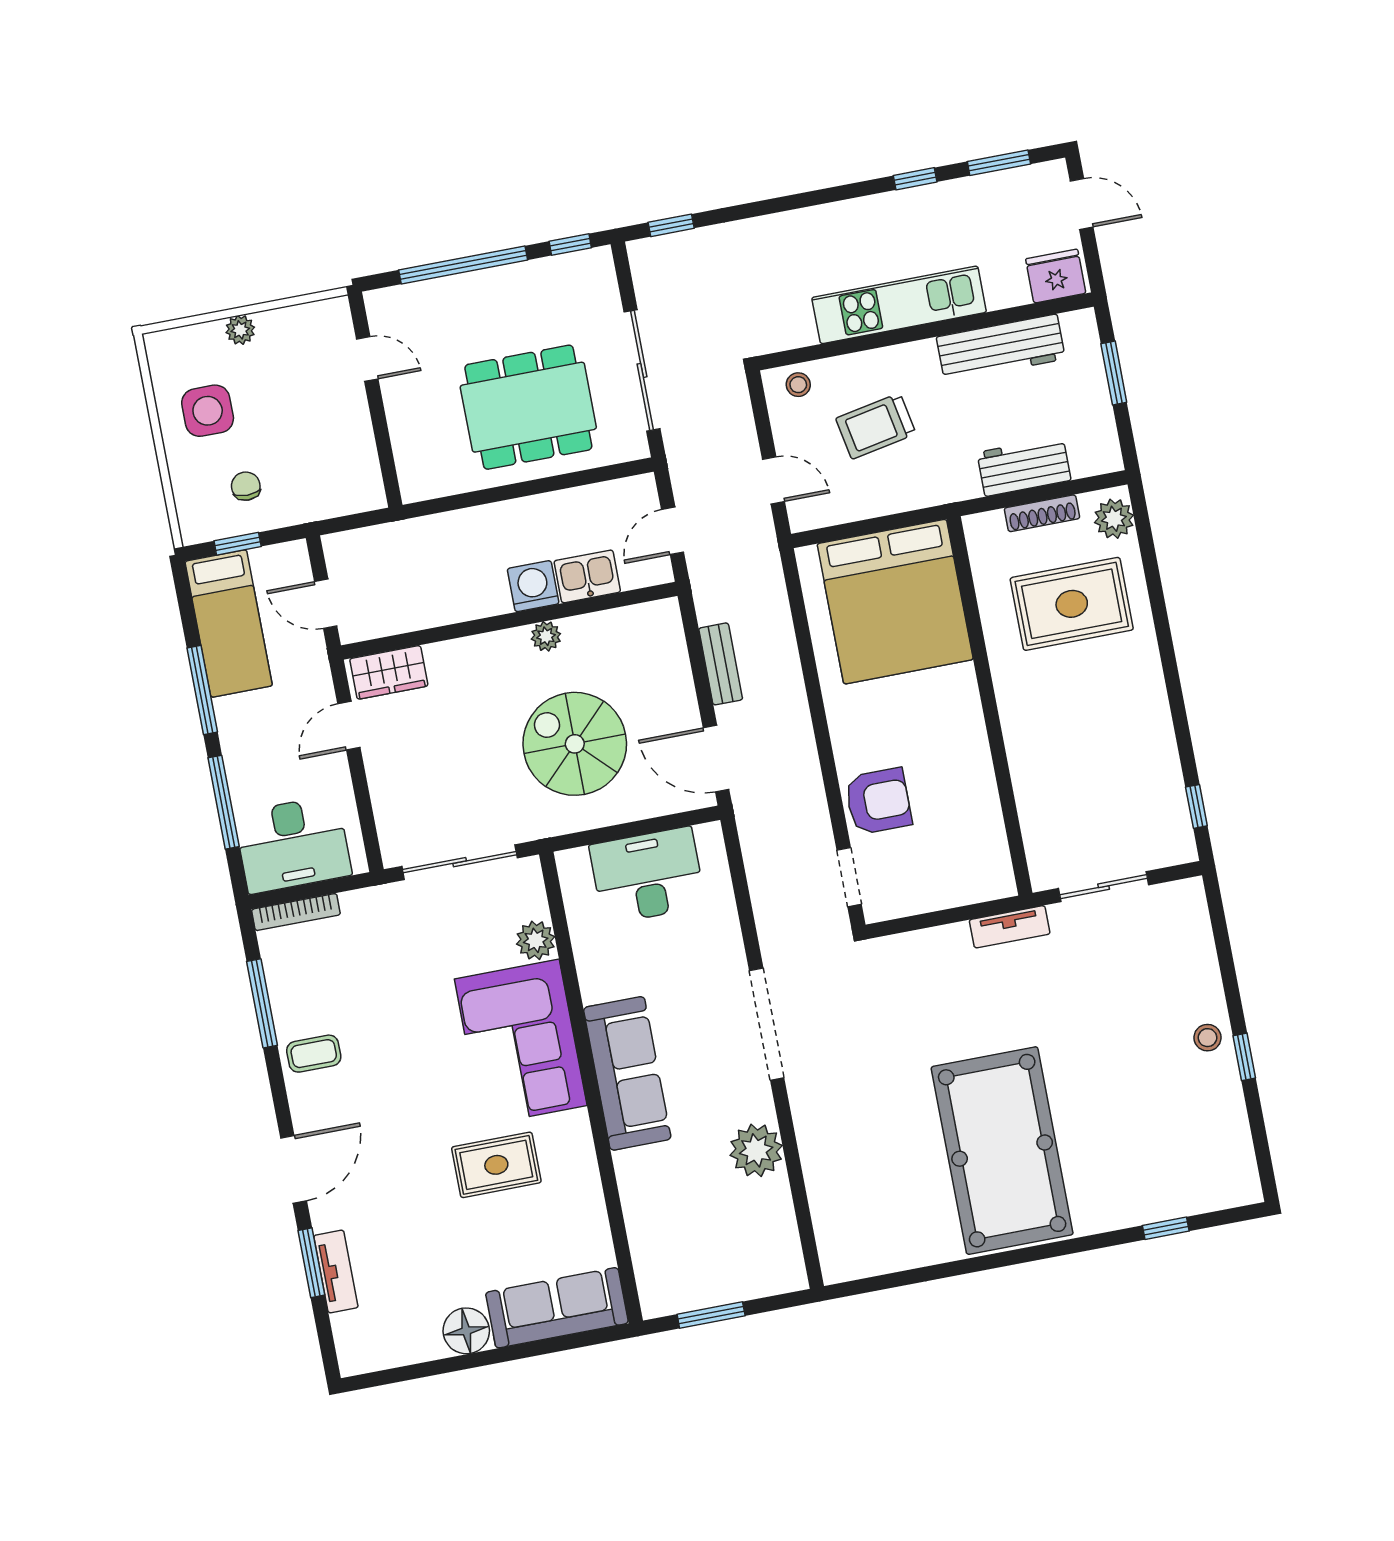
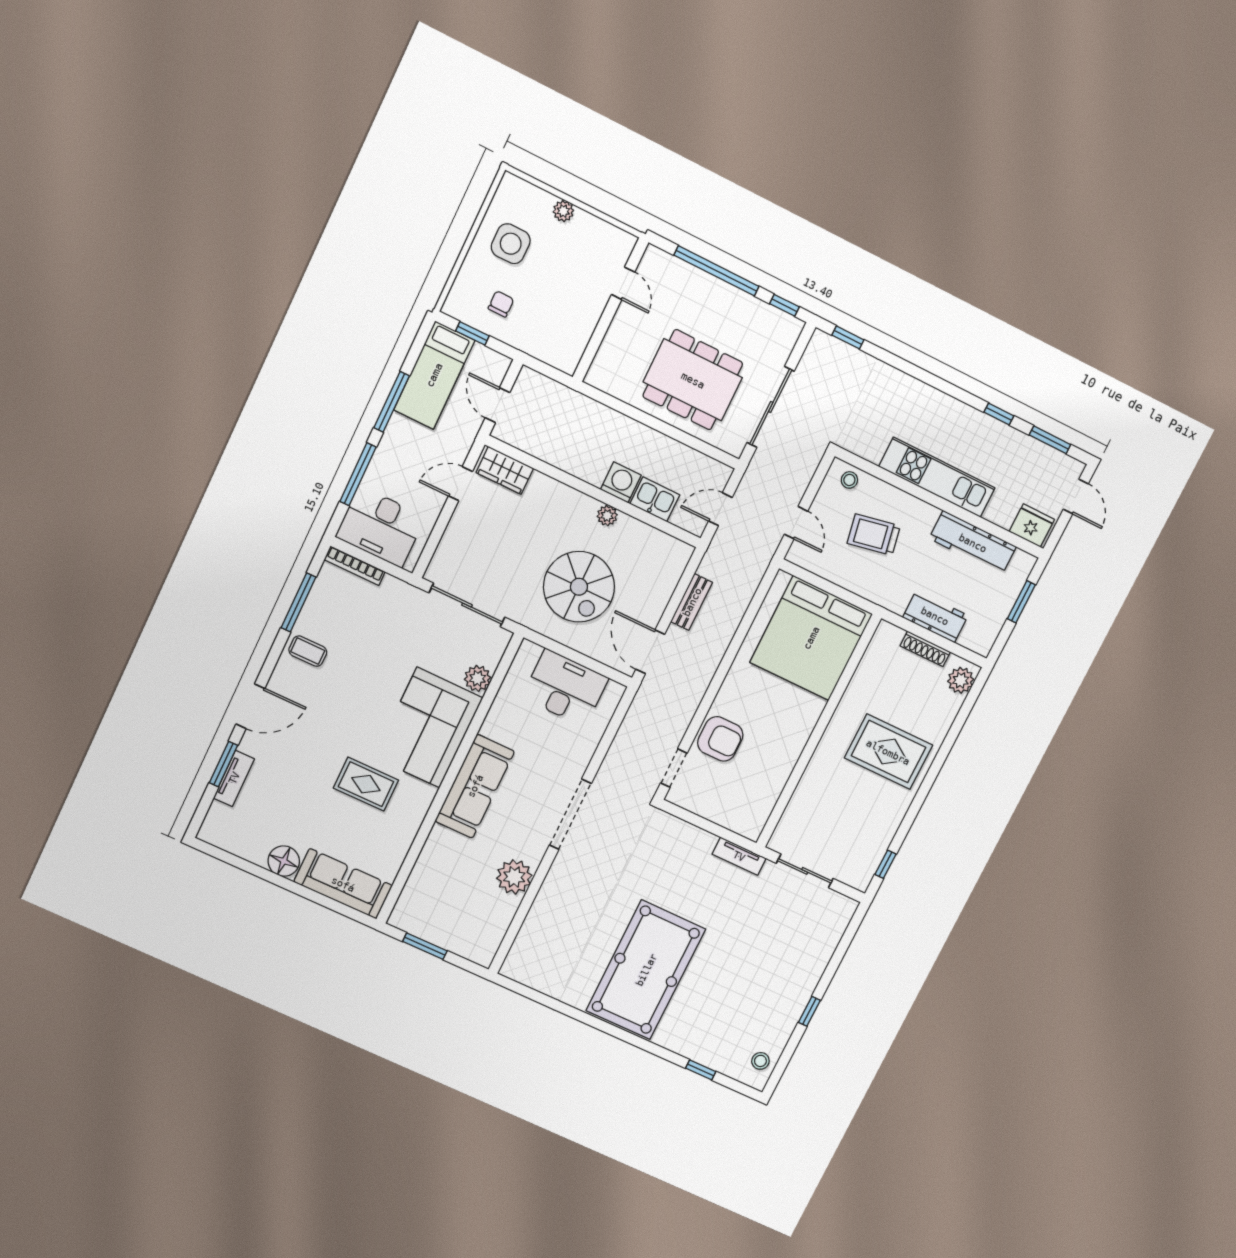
rug: (1072, 604) -> (888, 752), moved
spiral stairs: (575, 744) -> (579, 587), turned 180
stool: (1207, 1038) -> (760, 1061), moved

